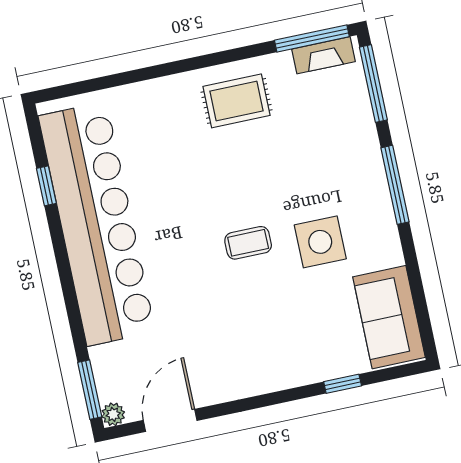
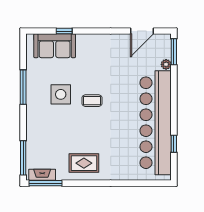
window: (395, 185) -> (23, 87), moved
sofa: (389, 317) -> (55, 46), moved, turned 90
plant: (113, 414) -> (166, 64), moved

